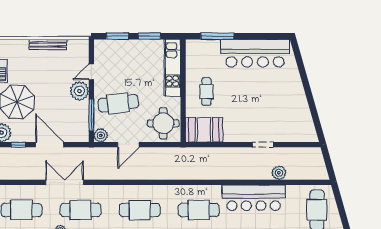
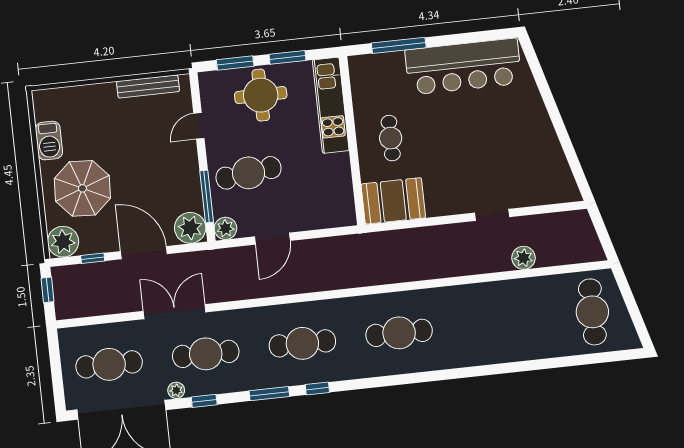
bench: (48, 45) -> (148, 86), moved
plant: (79, 91) -> (190, 228), moved
round table: (163, 123) -> (261, 95), moved
bar counter: (254, 198) -> (487, 303), removed

